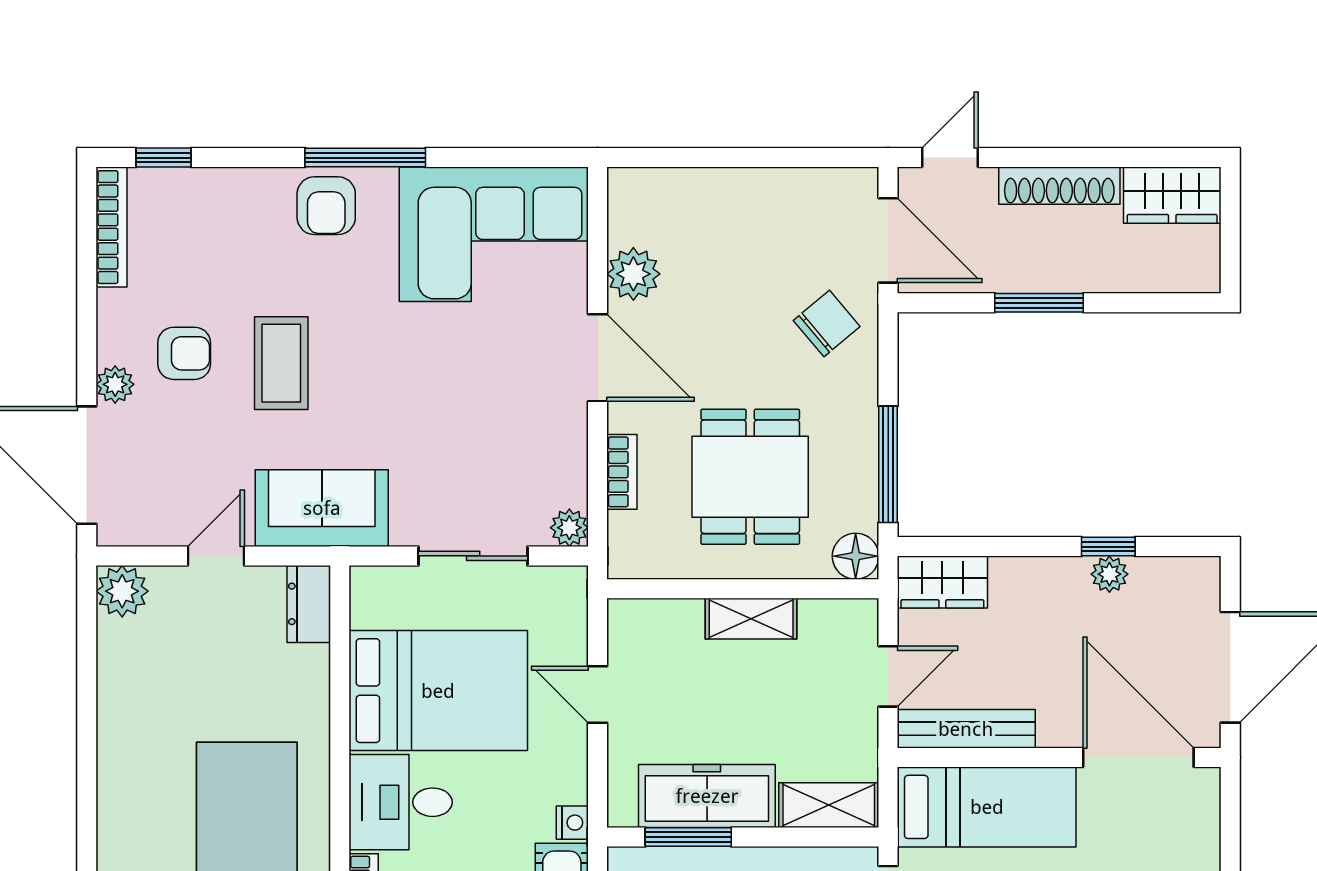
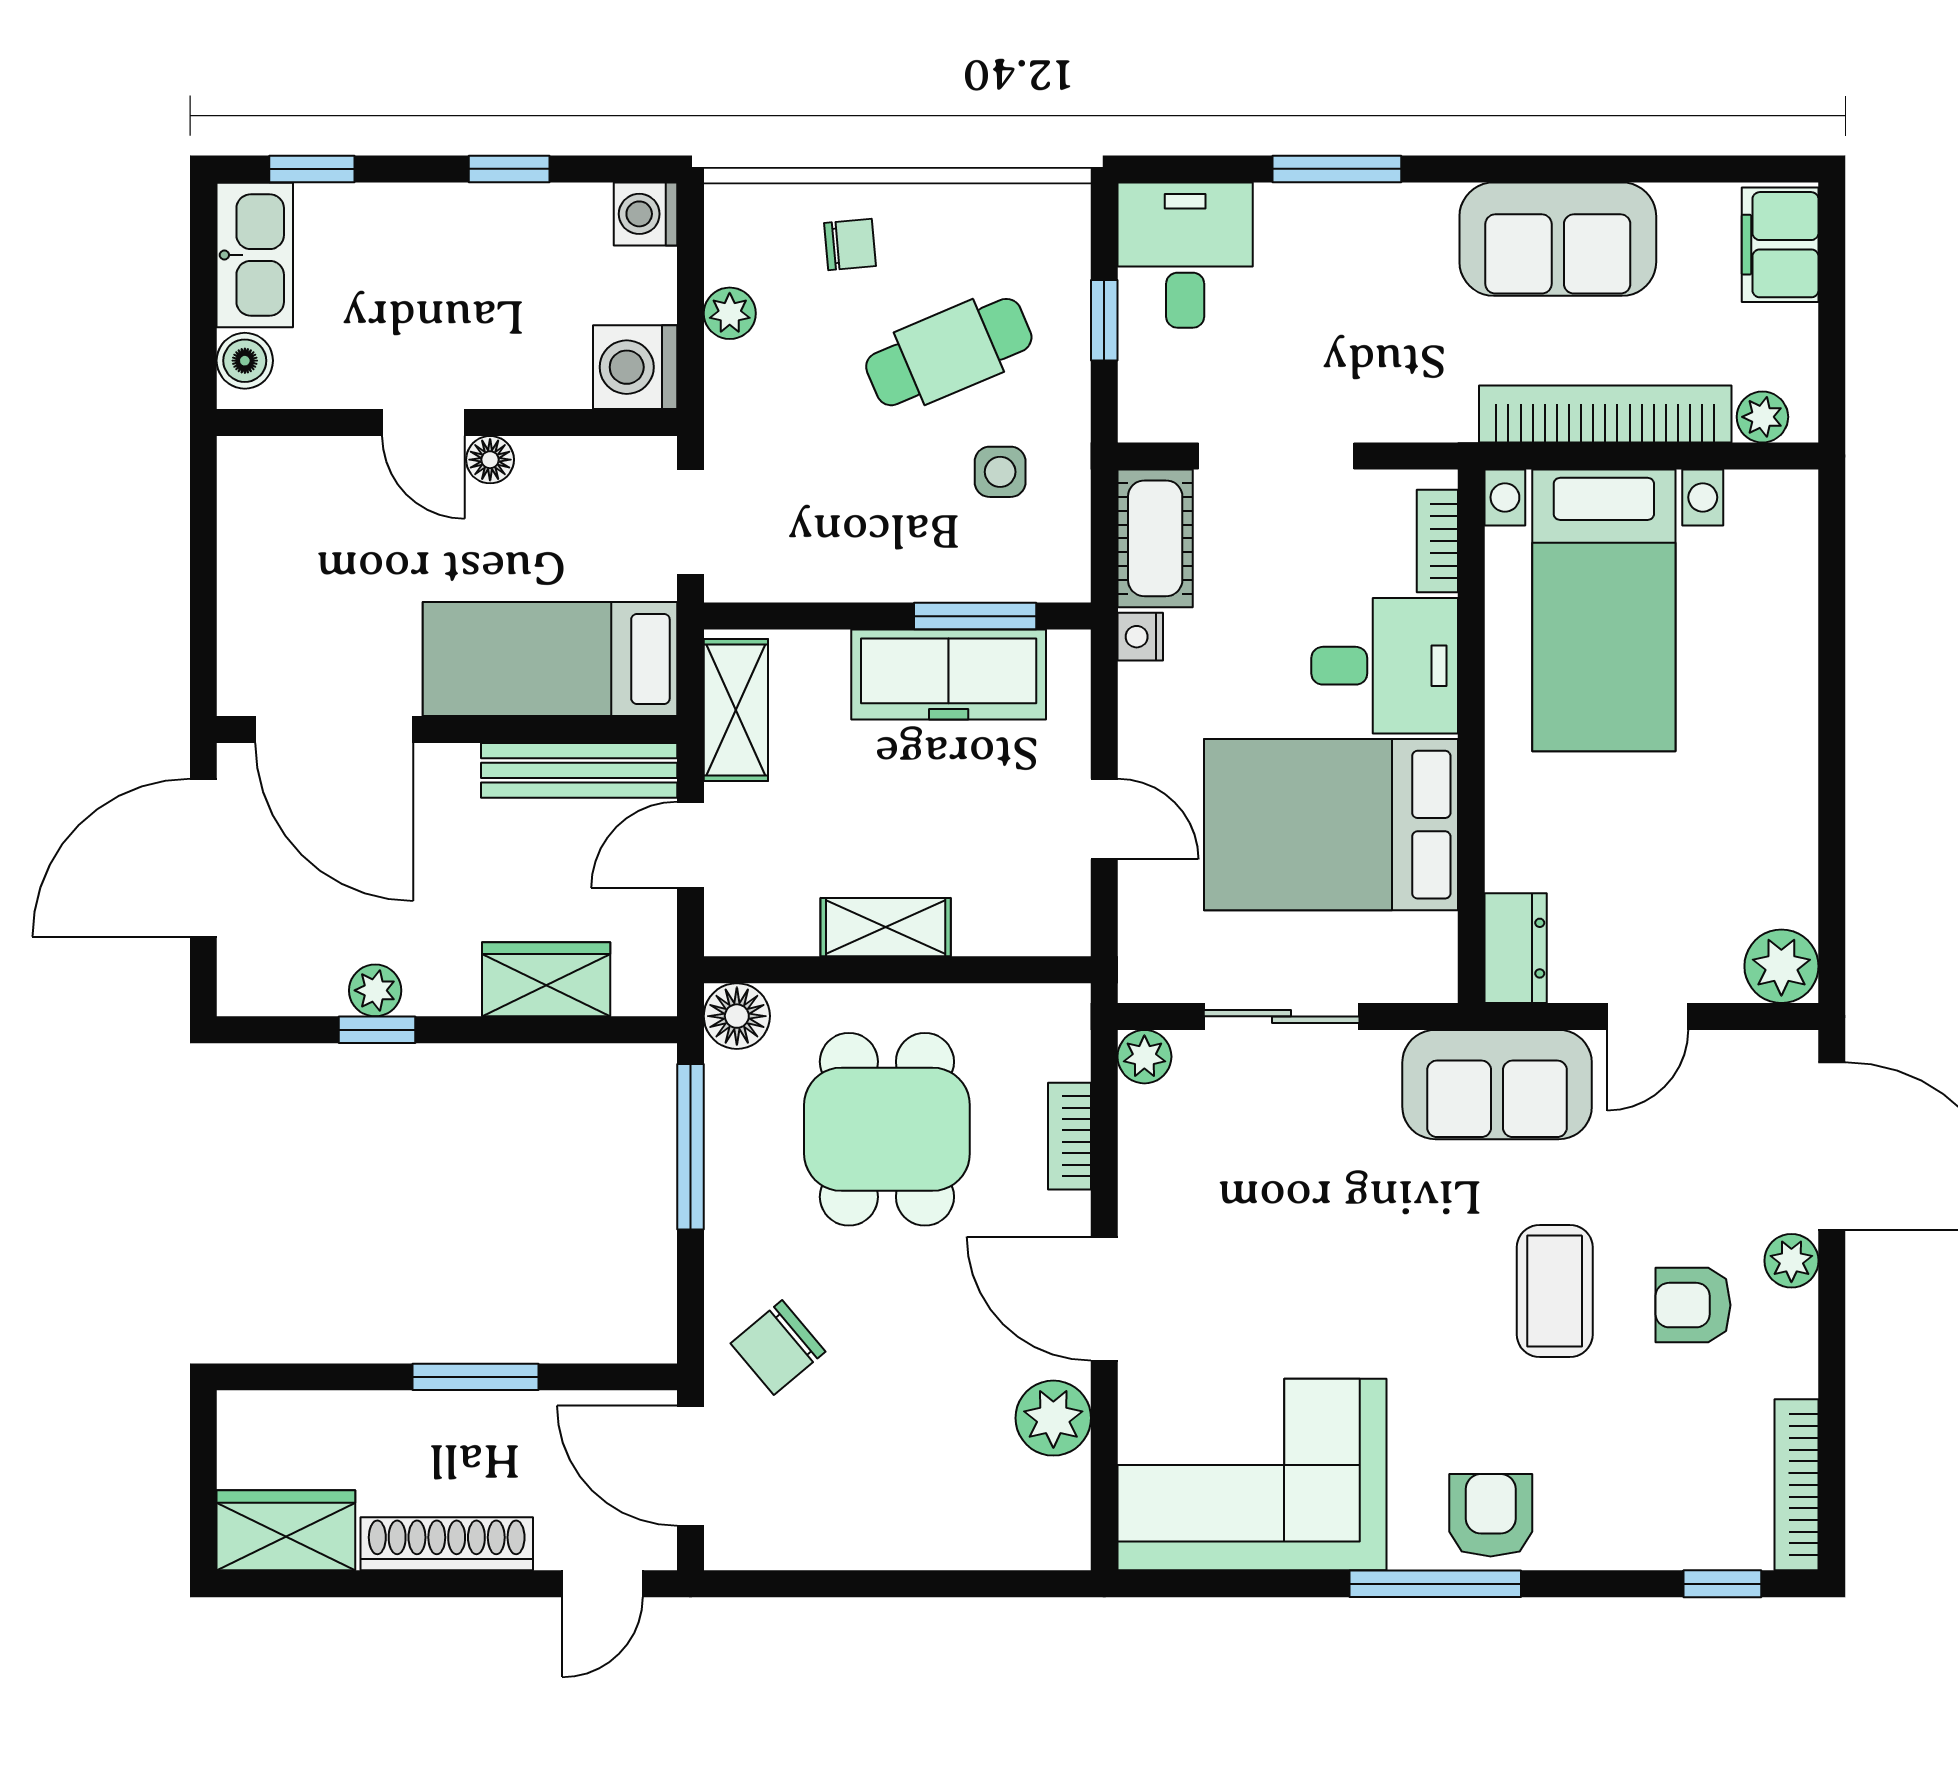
wardrobe: (942, 582) -> (546, 979), moved
shelving: (829, 805) -> (736, 710), moved, turned 90

